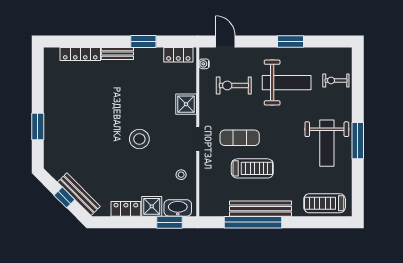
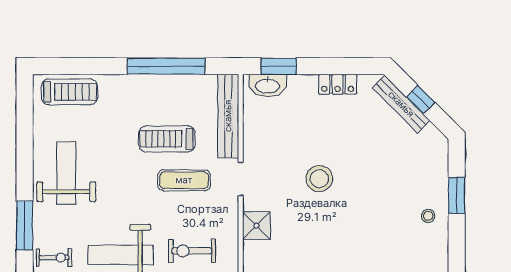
exercise bike: (234, 85) -> (192, 251), turned 180
window: (358, 141) -> (25, 225), moved
stool: (181, 175) -> (428, 216), moved
shower: (152, 206) -> (303, 88), removed
bench: (261, 209) -> (228, 116), moved, turned 90

